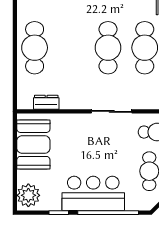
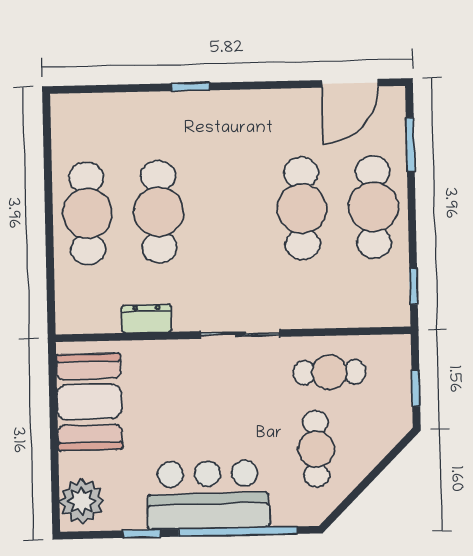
cafe table: (108, 48) -> (159, 212), moved
dresser: (46, 102) -> (147, 318), moved

